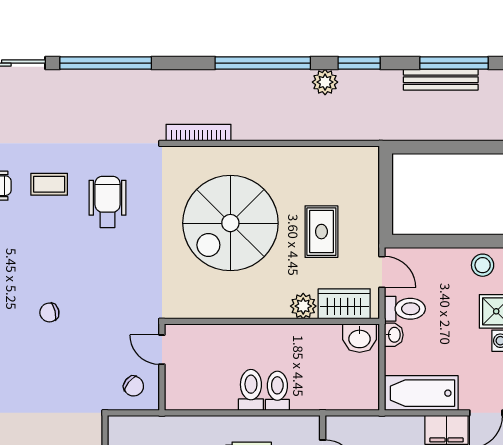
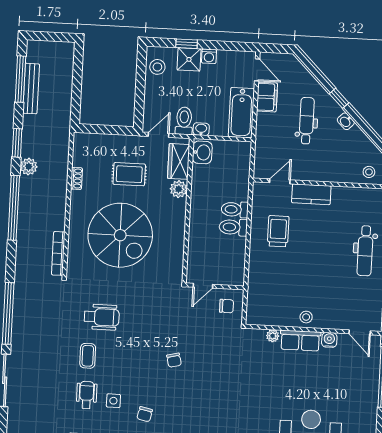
shoe rack: (311, 154) -> (76, 178), added
wheelchair: (108, 202) -> (102, 317), turned 180
chair: (134, 386) -> (227, 306), turned 51

